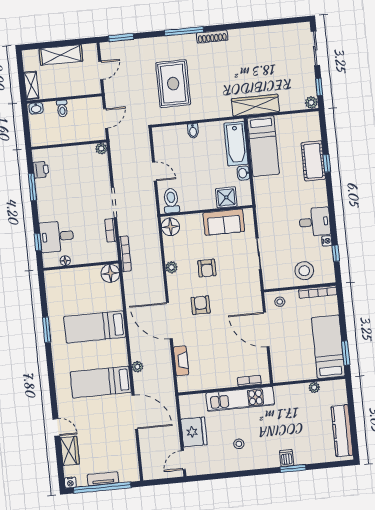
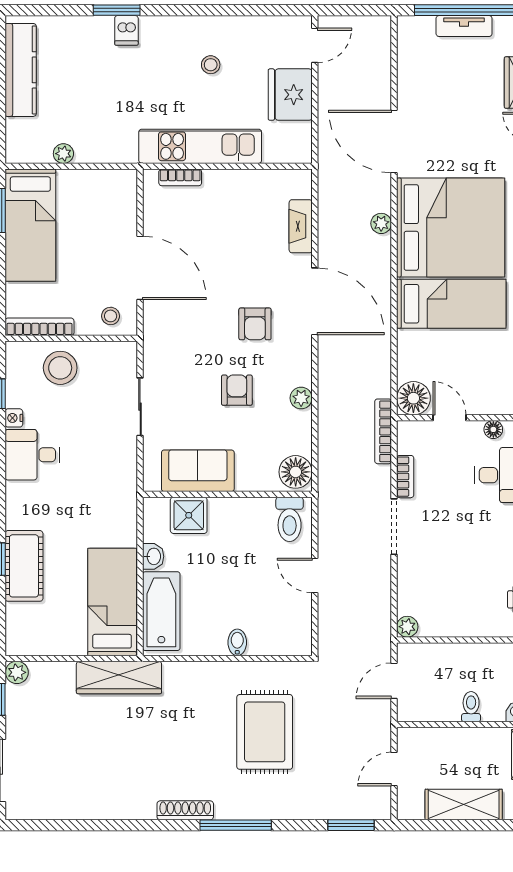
door: (90, 265) -> (449, 418), added
bed: (101, 382) -> (451, 227), width x2.04

